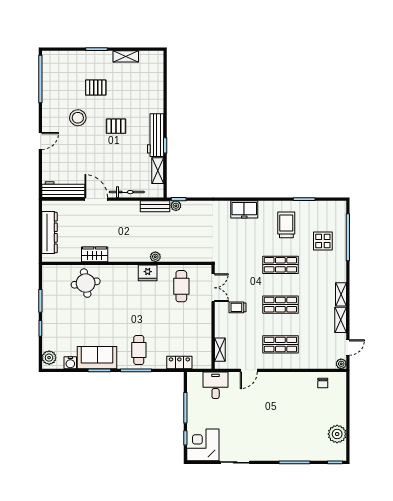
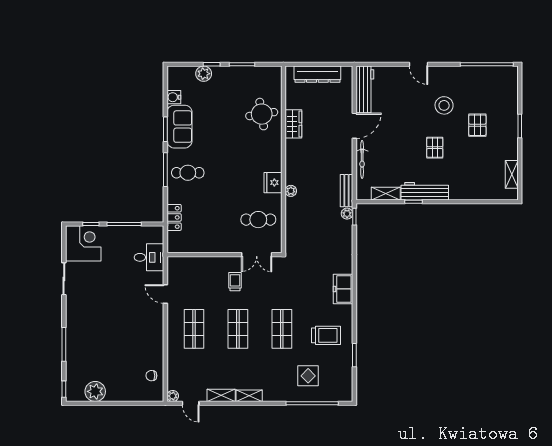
shelving: (126, 56) -> (512, 174), moved
shelving: (220, 350) -> (188, 262), removed
plant: (49, 358) -> (204, 74), moved

